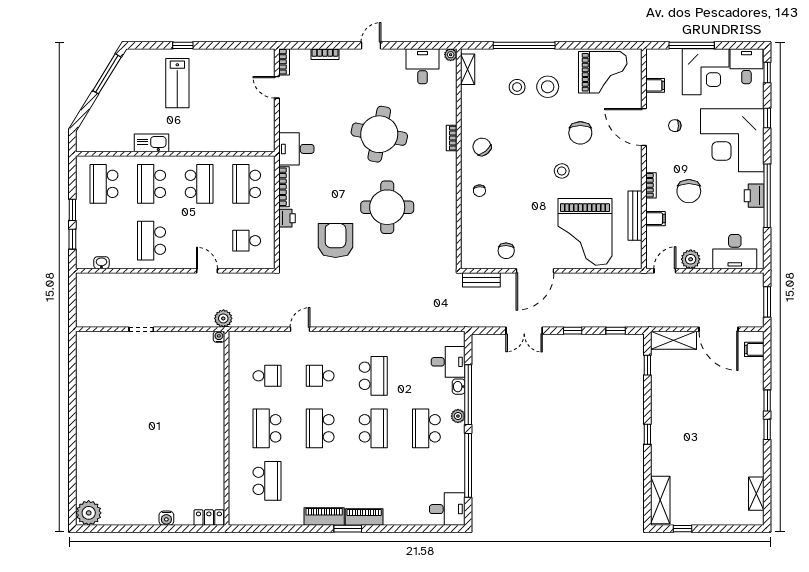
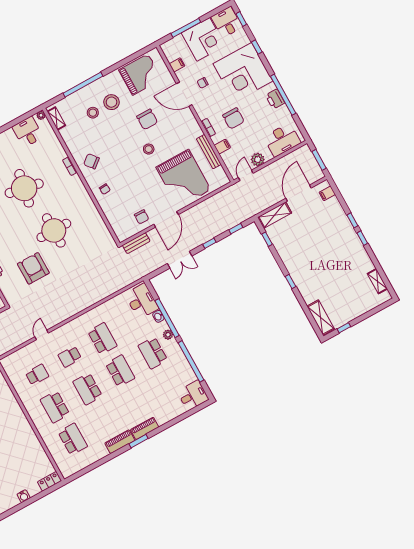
door: (718, 329) -> (298, 193), swing flipped
desk: (448, 362) -> (142, 301), width x1.37

